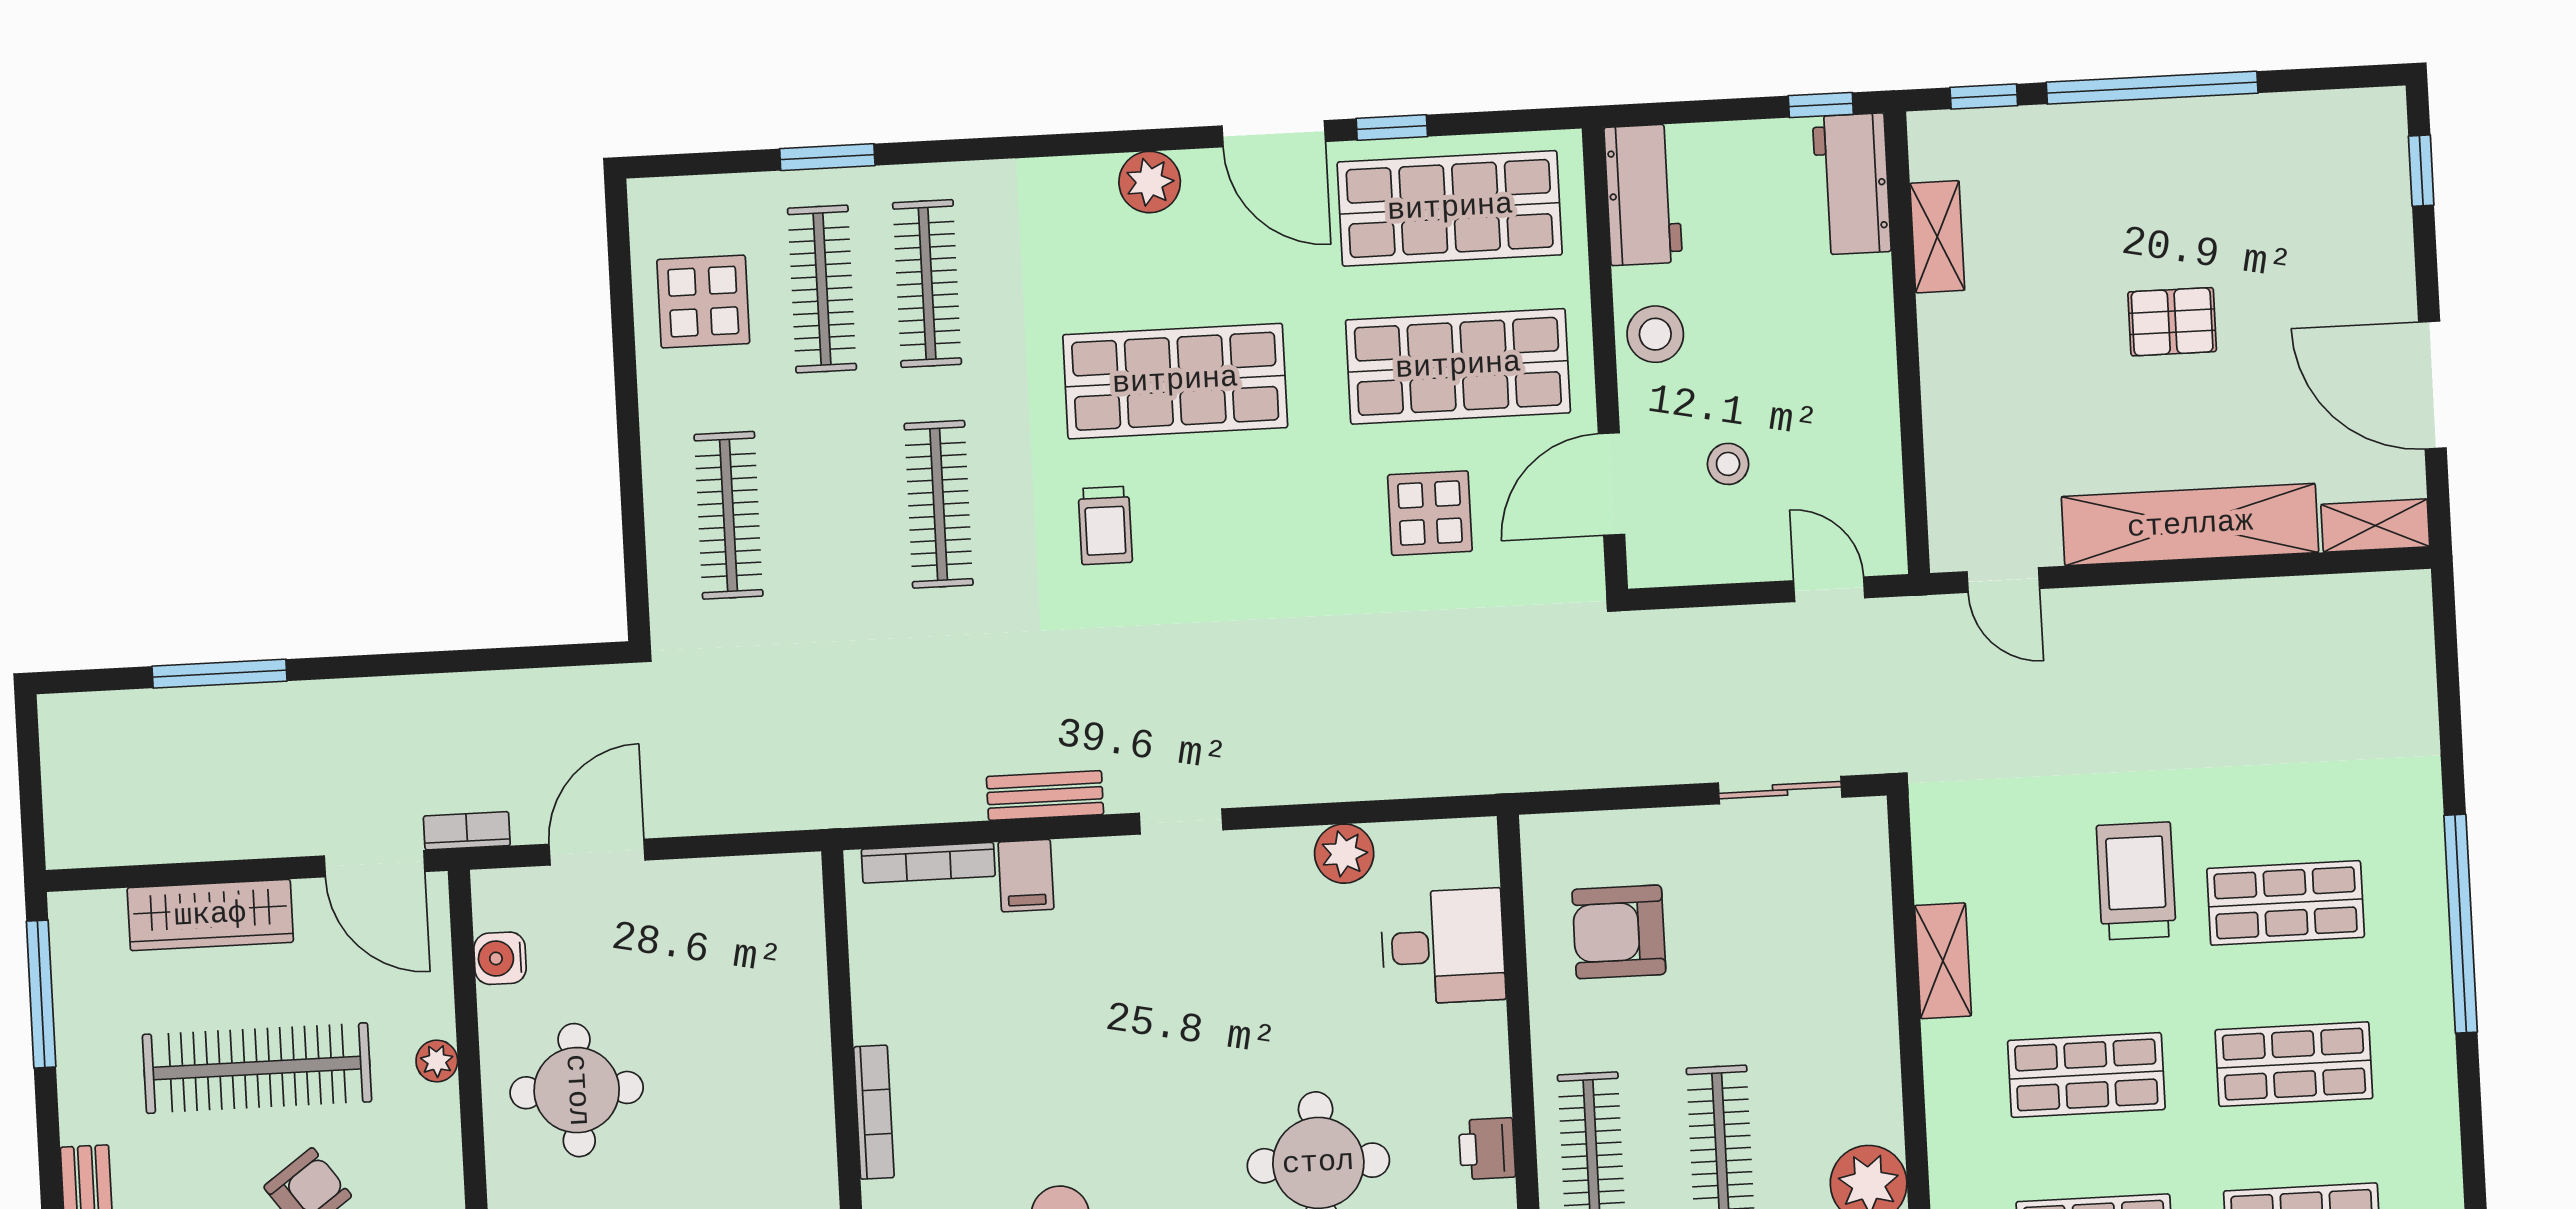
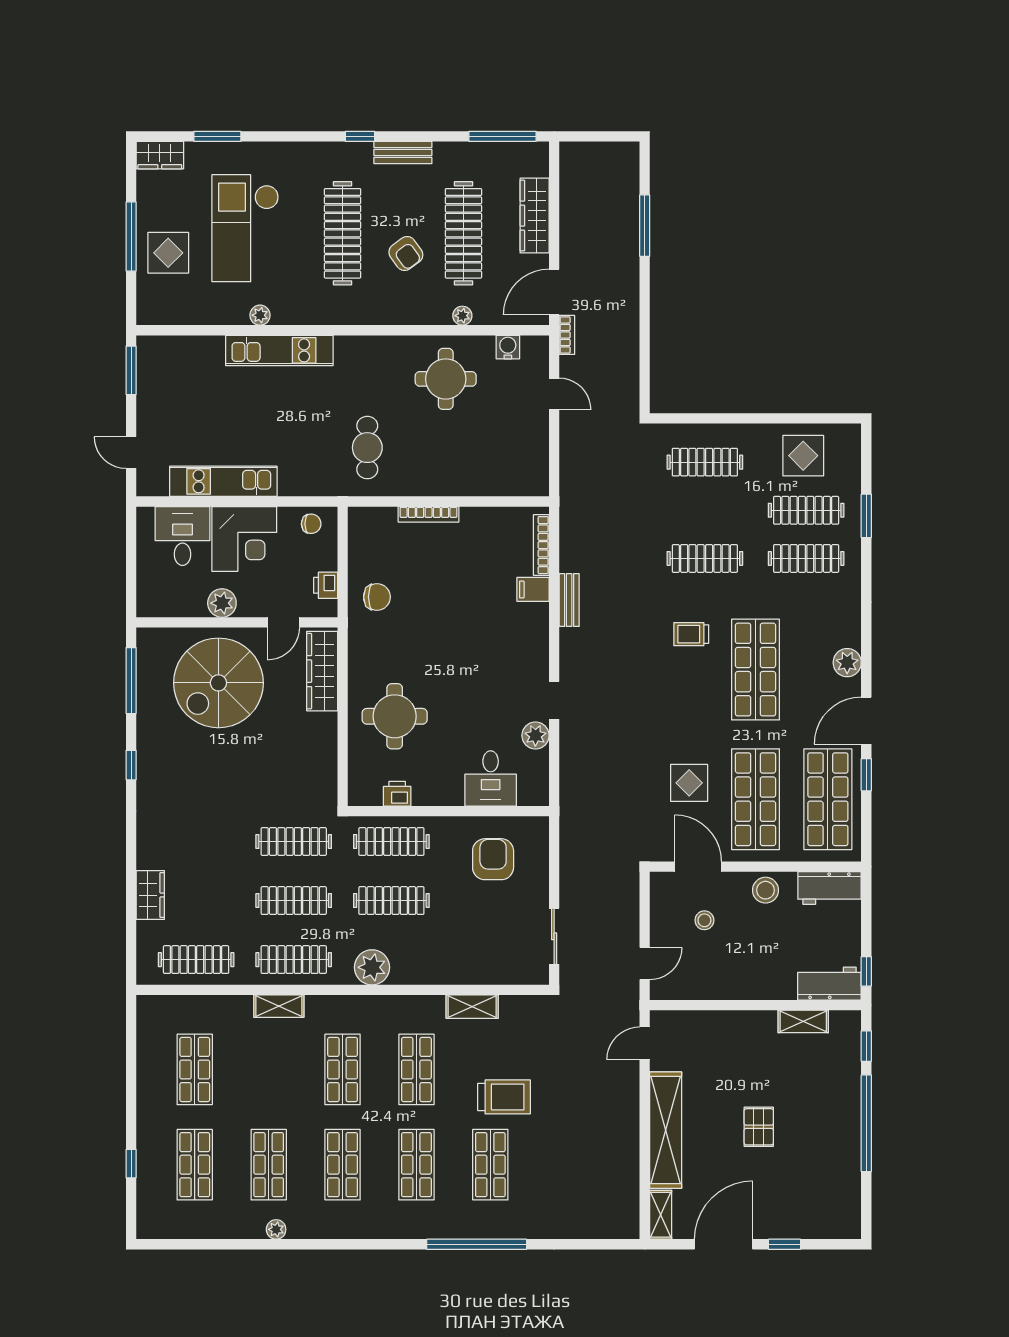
window: (2421, 171) -> (785, 1244), moved
doorway: (1181, 821) -> (554, 700), moved
door: (597, 852) -> (554, 394), width x0.73

